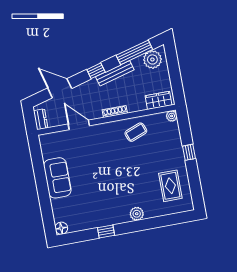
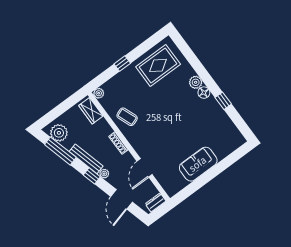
plant: (92, 84) -> (104, 174), added
rug: (170, 186) -> (158, 65), width x1.36, depth x1.43
floor lamp: (61, 228) -> (204, 93), moved

